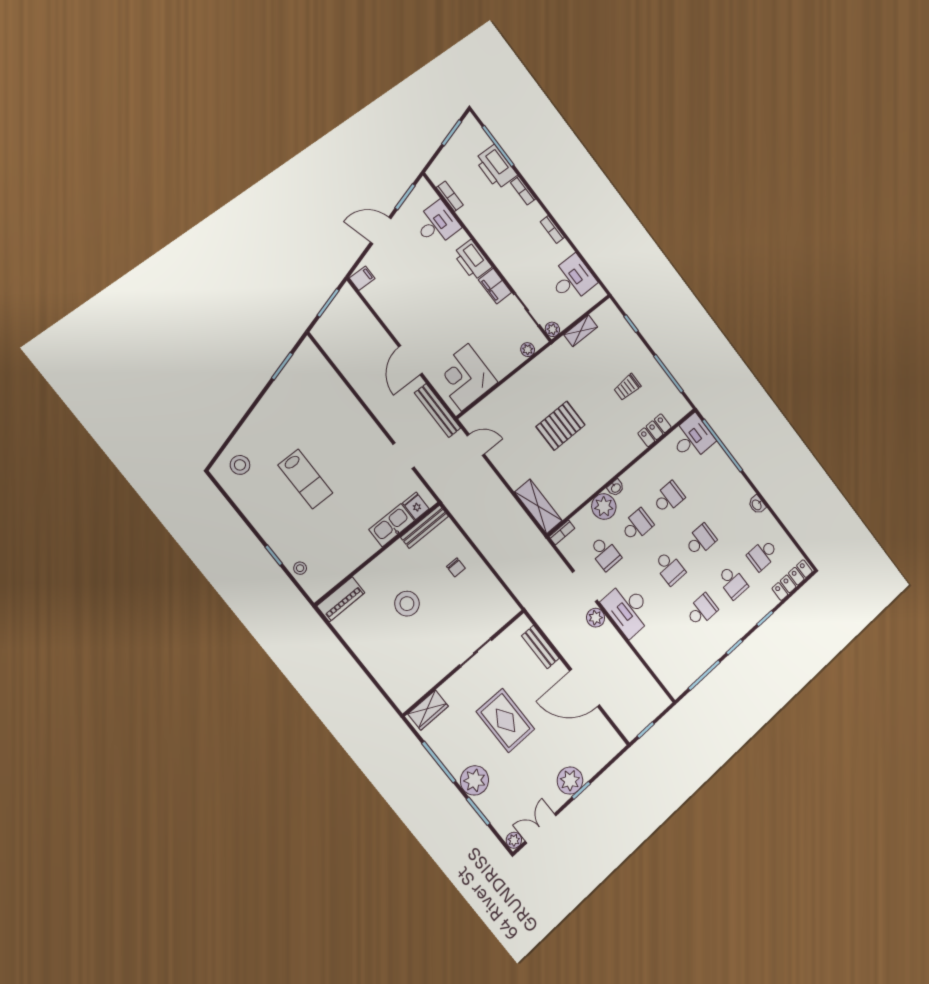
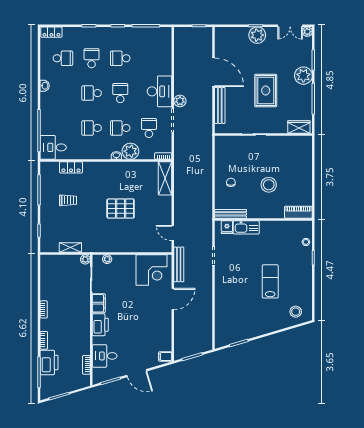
desk: (572, 279) -> (53, 277), removed
locker: (792, 580) -> (51, 32), width x0.66
bench: (540, 647) -> (220, 105), width x1.36

